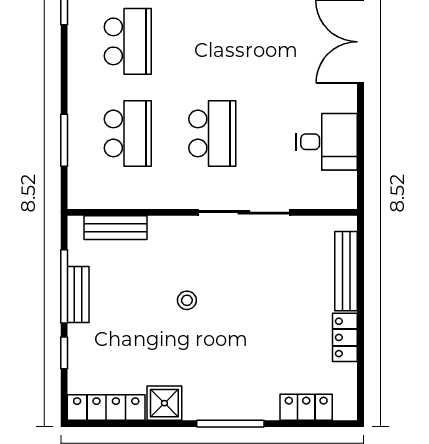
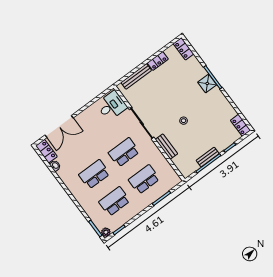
school desk: (212, 41) -> (94, 174), added
desk: (327, 142) -> (112, 106), moved, turned 90
bench: (116, 228) -> (167, 147), moved
shower: (164, 403) -> (207, 83), moved
locker: (306, 407) -> (183, 49), moved
locker: (106, 408) -> (240, 125), width x0.66

